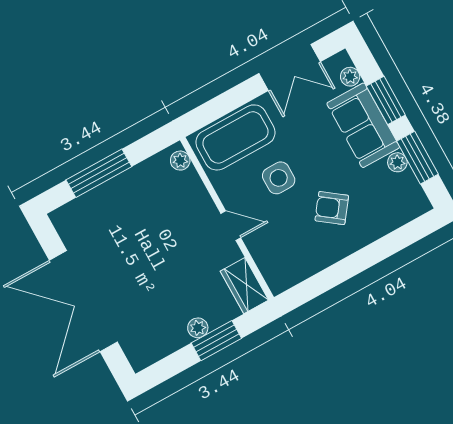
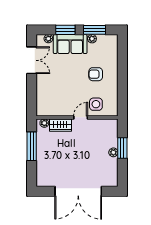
coffee table: (235, 137) -> (47, 97), removed
window: (99, 173) -> (32, 146), moved
side table: (279, 178) -> (96, 104), moved
armchair: (332, 208) -> (96, 74), turned 53
wardrobe: (244, 286) -> (60, 125), moved

